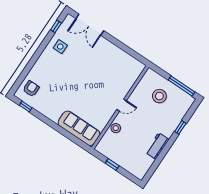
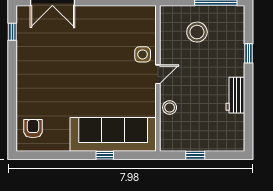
side table: (60, 47) -> (143, 54), moved
window: (26, 107) -> (105, 155), moved
sofa: (79, 128) -> (113, 134), width x1.36, depth x1.27

